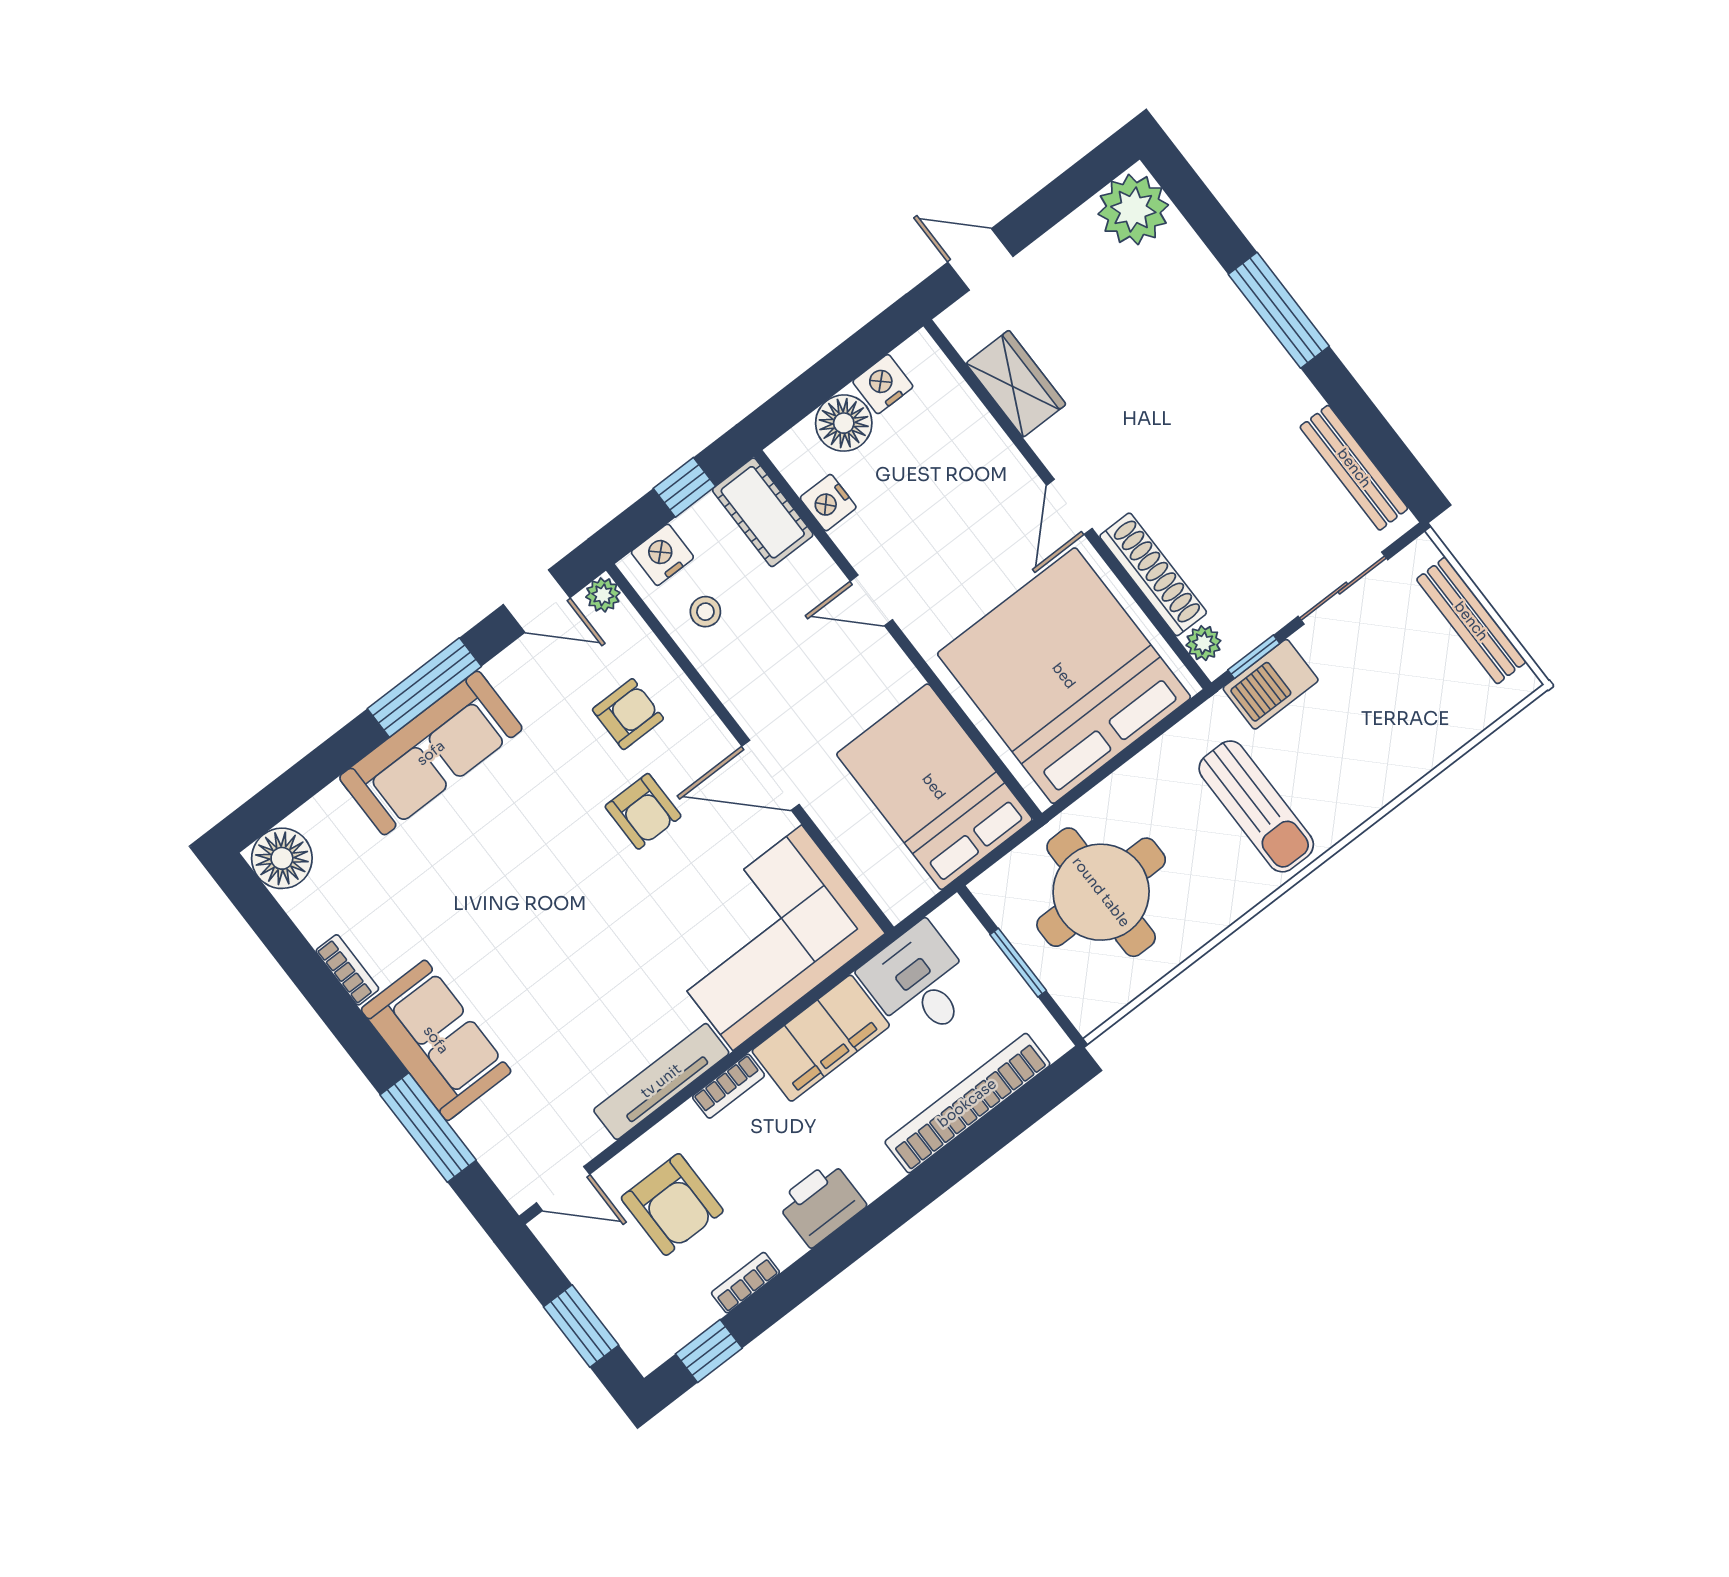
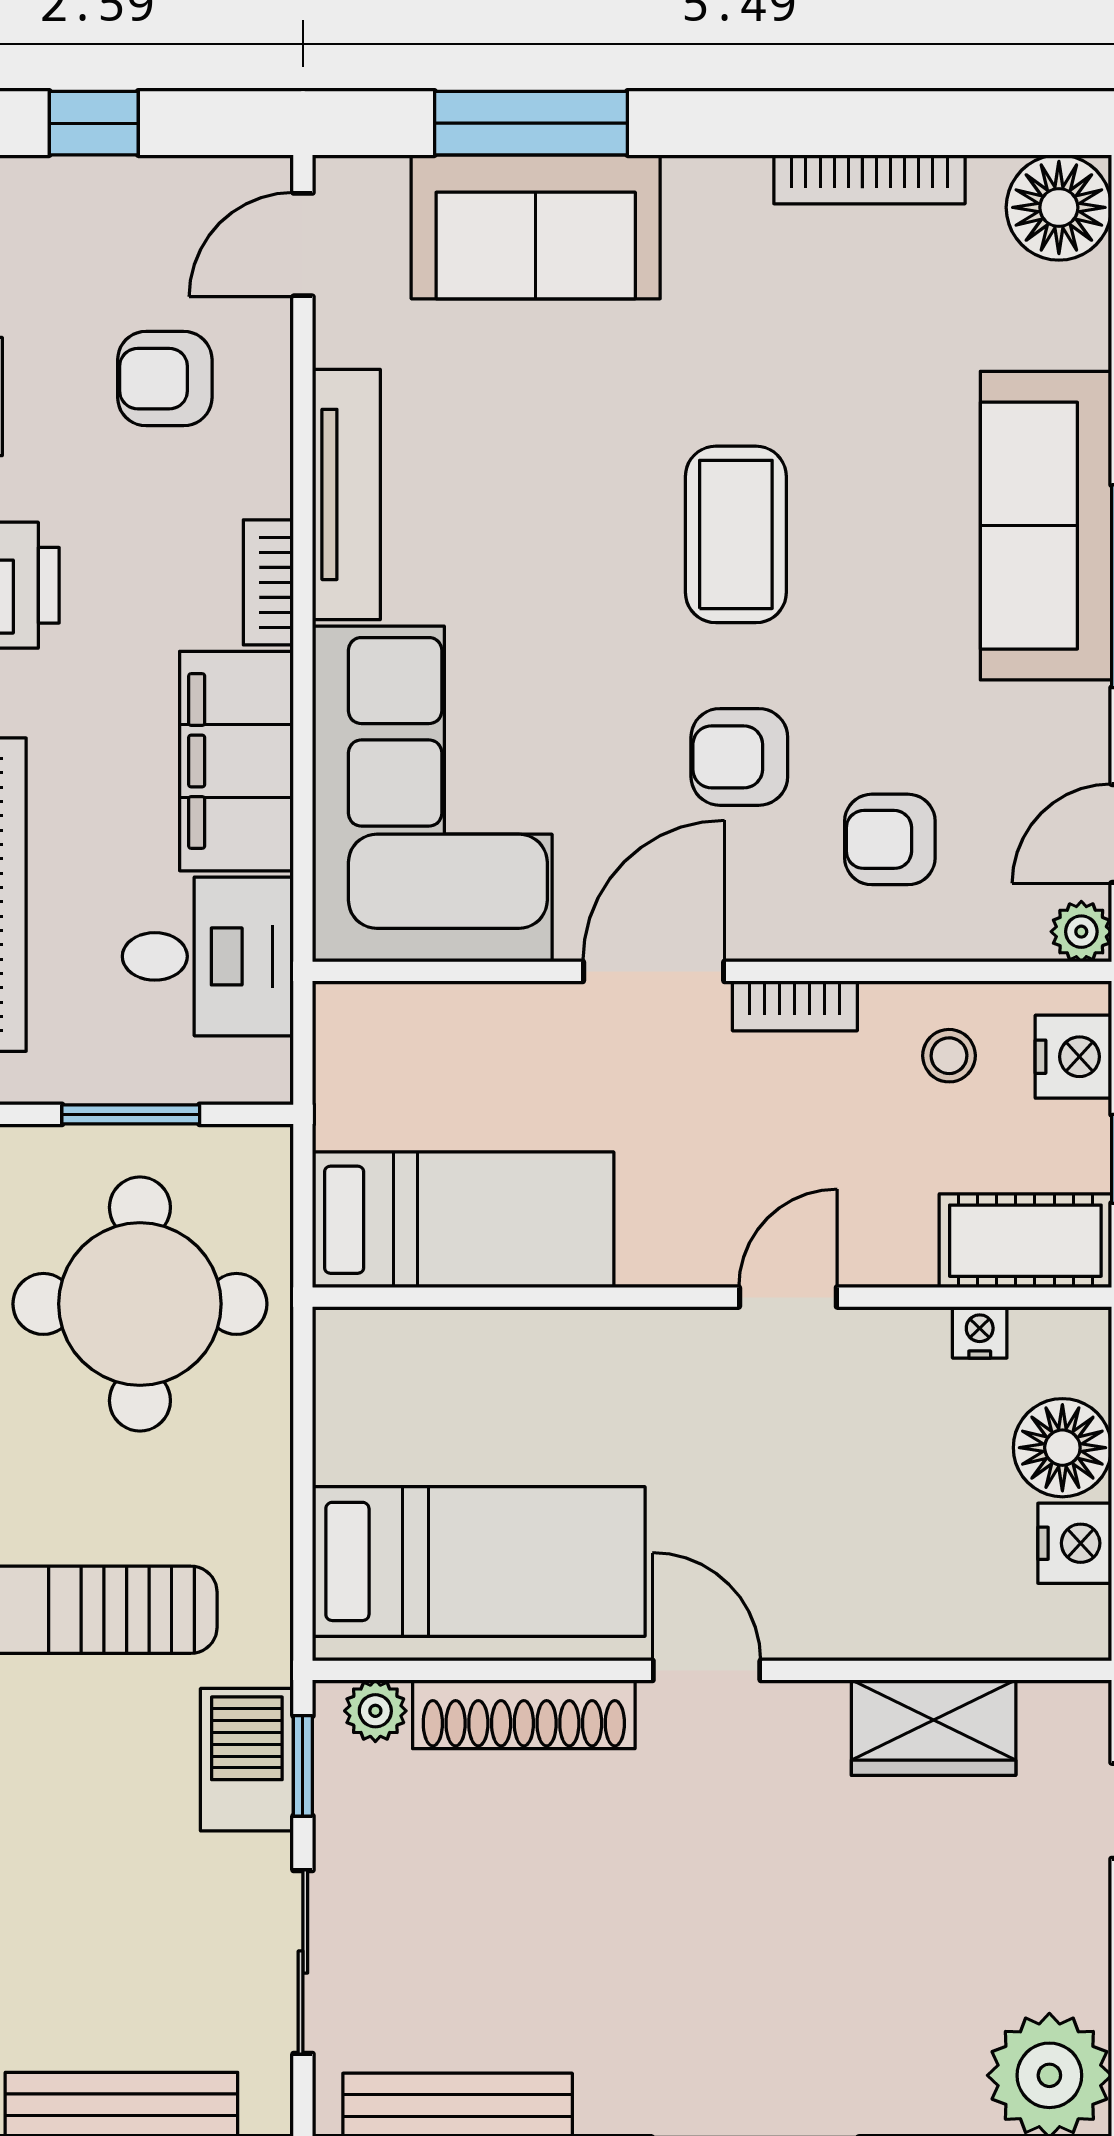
nightstand: (828, 503) -> (980, 1332), width x0.72, depth x0.74
bed: (1064, 676) -> (479, 1561), width x0.49
bookcase: (737, 699) -> (795, 1006), added
armchair: (628, 714) -> (890, 839), turned 90
bed: (934, 787) -> (463, 1220), width x0.67
coffee table: (543, 891) -> (736, 534), added
bookcase: (347, 970) -> (869, 179), width x1.56
sofa: (436, 1040) -> (536, 227), moved
armchair: (672, 1204) -> (165, 379), width x0.72, depth x0.72
window: (581, 1326) -> (94, 123), width x0.67

